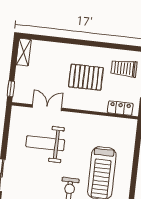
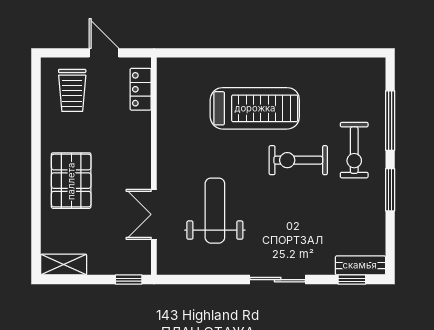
pallet: (86, 77) -> (71, 181), moved
weight bench: (45, 143) -> (215, 211), turned 180

